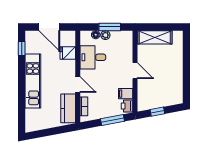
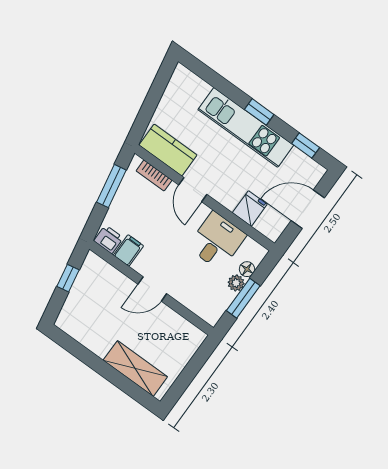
shelving: (155, 37) -> (135, 368), moved, turned 90
window: (22, 80) -> (259, 112), added
door: (78, 85) -> (193, 190), hinge flipped
window: (112, 120) -> (111, 186), moved

